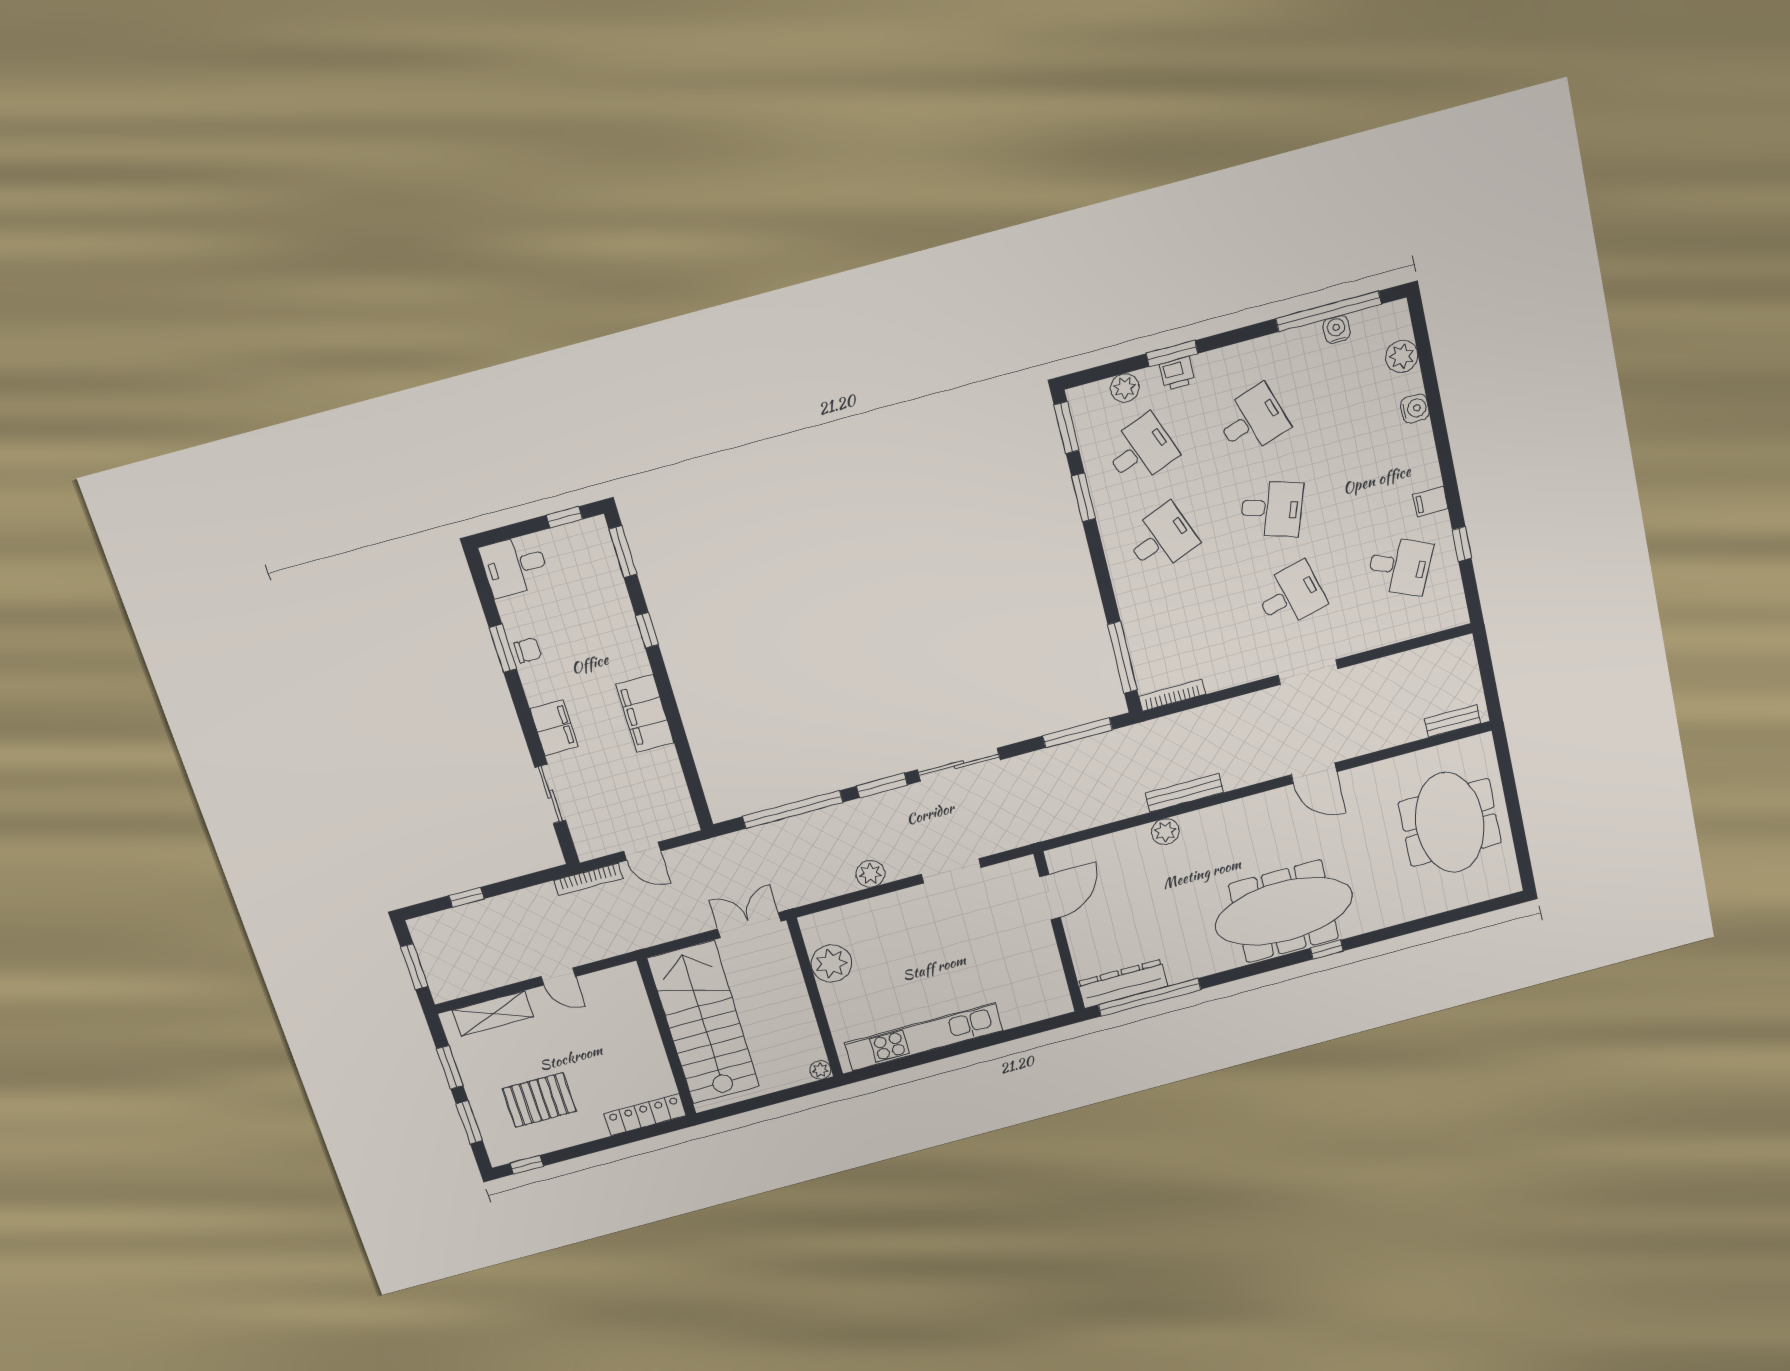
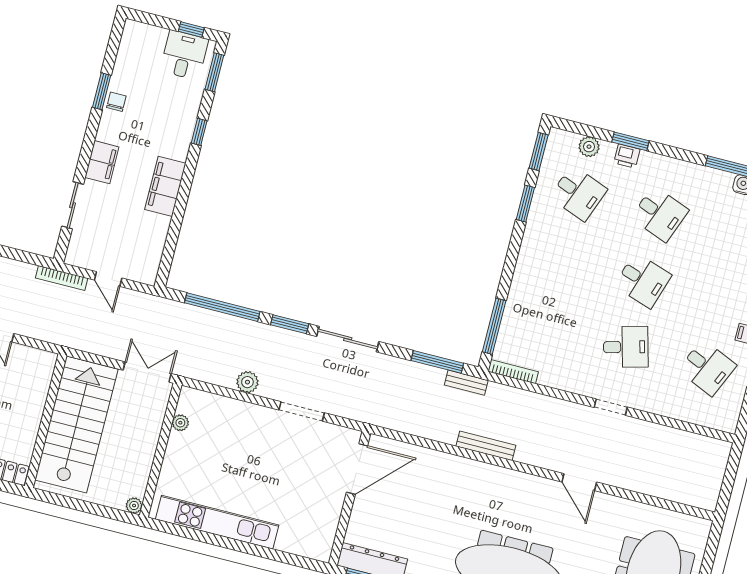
desk: (1252, 420) -> (660, 214), turned 39
desk: (1141, 450) -> (578, 193), turned 42
desk: (1162, 538) -> (561, 260), removed
desk: (515, 566) -> (184, 55), moved, turned 90
chair: (528, 650) -> (116, 102), turned -90
doorway: (1308, 672) -> (611, 407), width x0.73
bench: (1453, 721) -> (466, 383), moved
plant: (1165, 832) -> (459, 466), removed
door: (1050, 897) -> (357, 469), width x1.36
plant: (831, 963) -> (180, 423), width x0.53, depth x0.53

